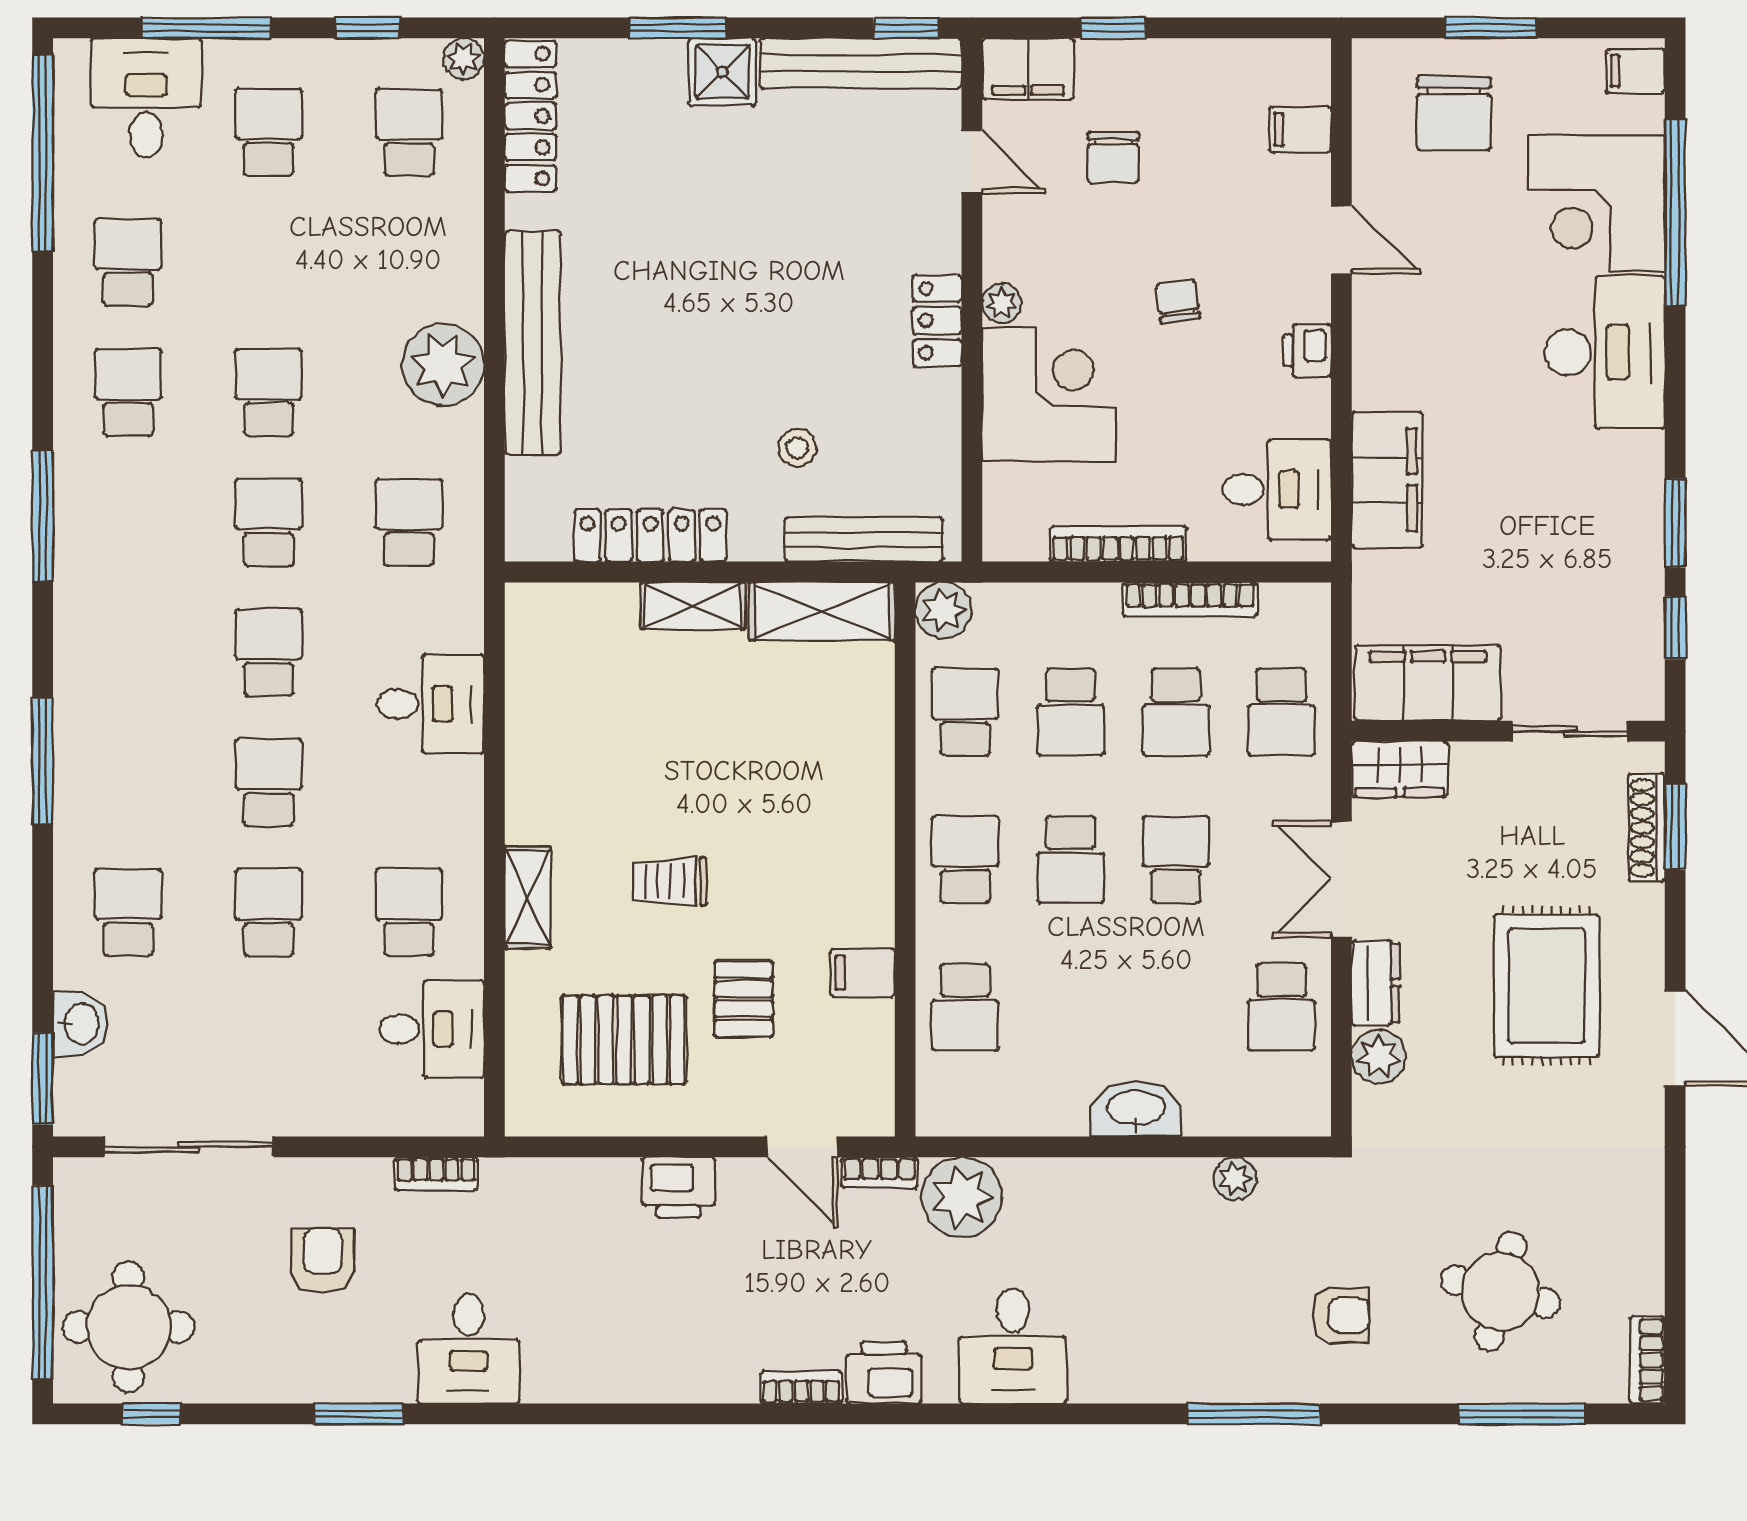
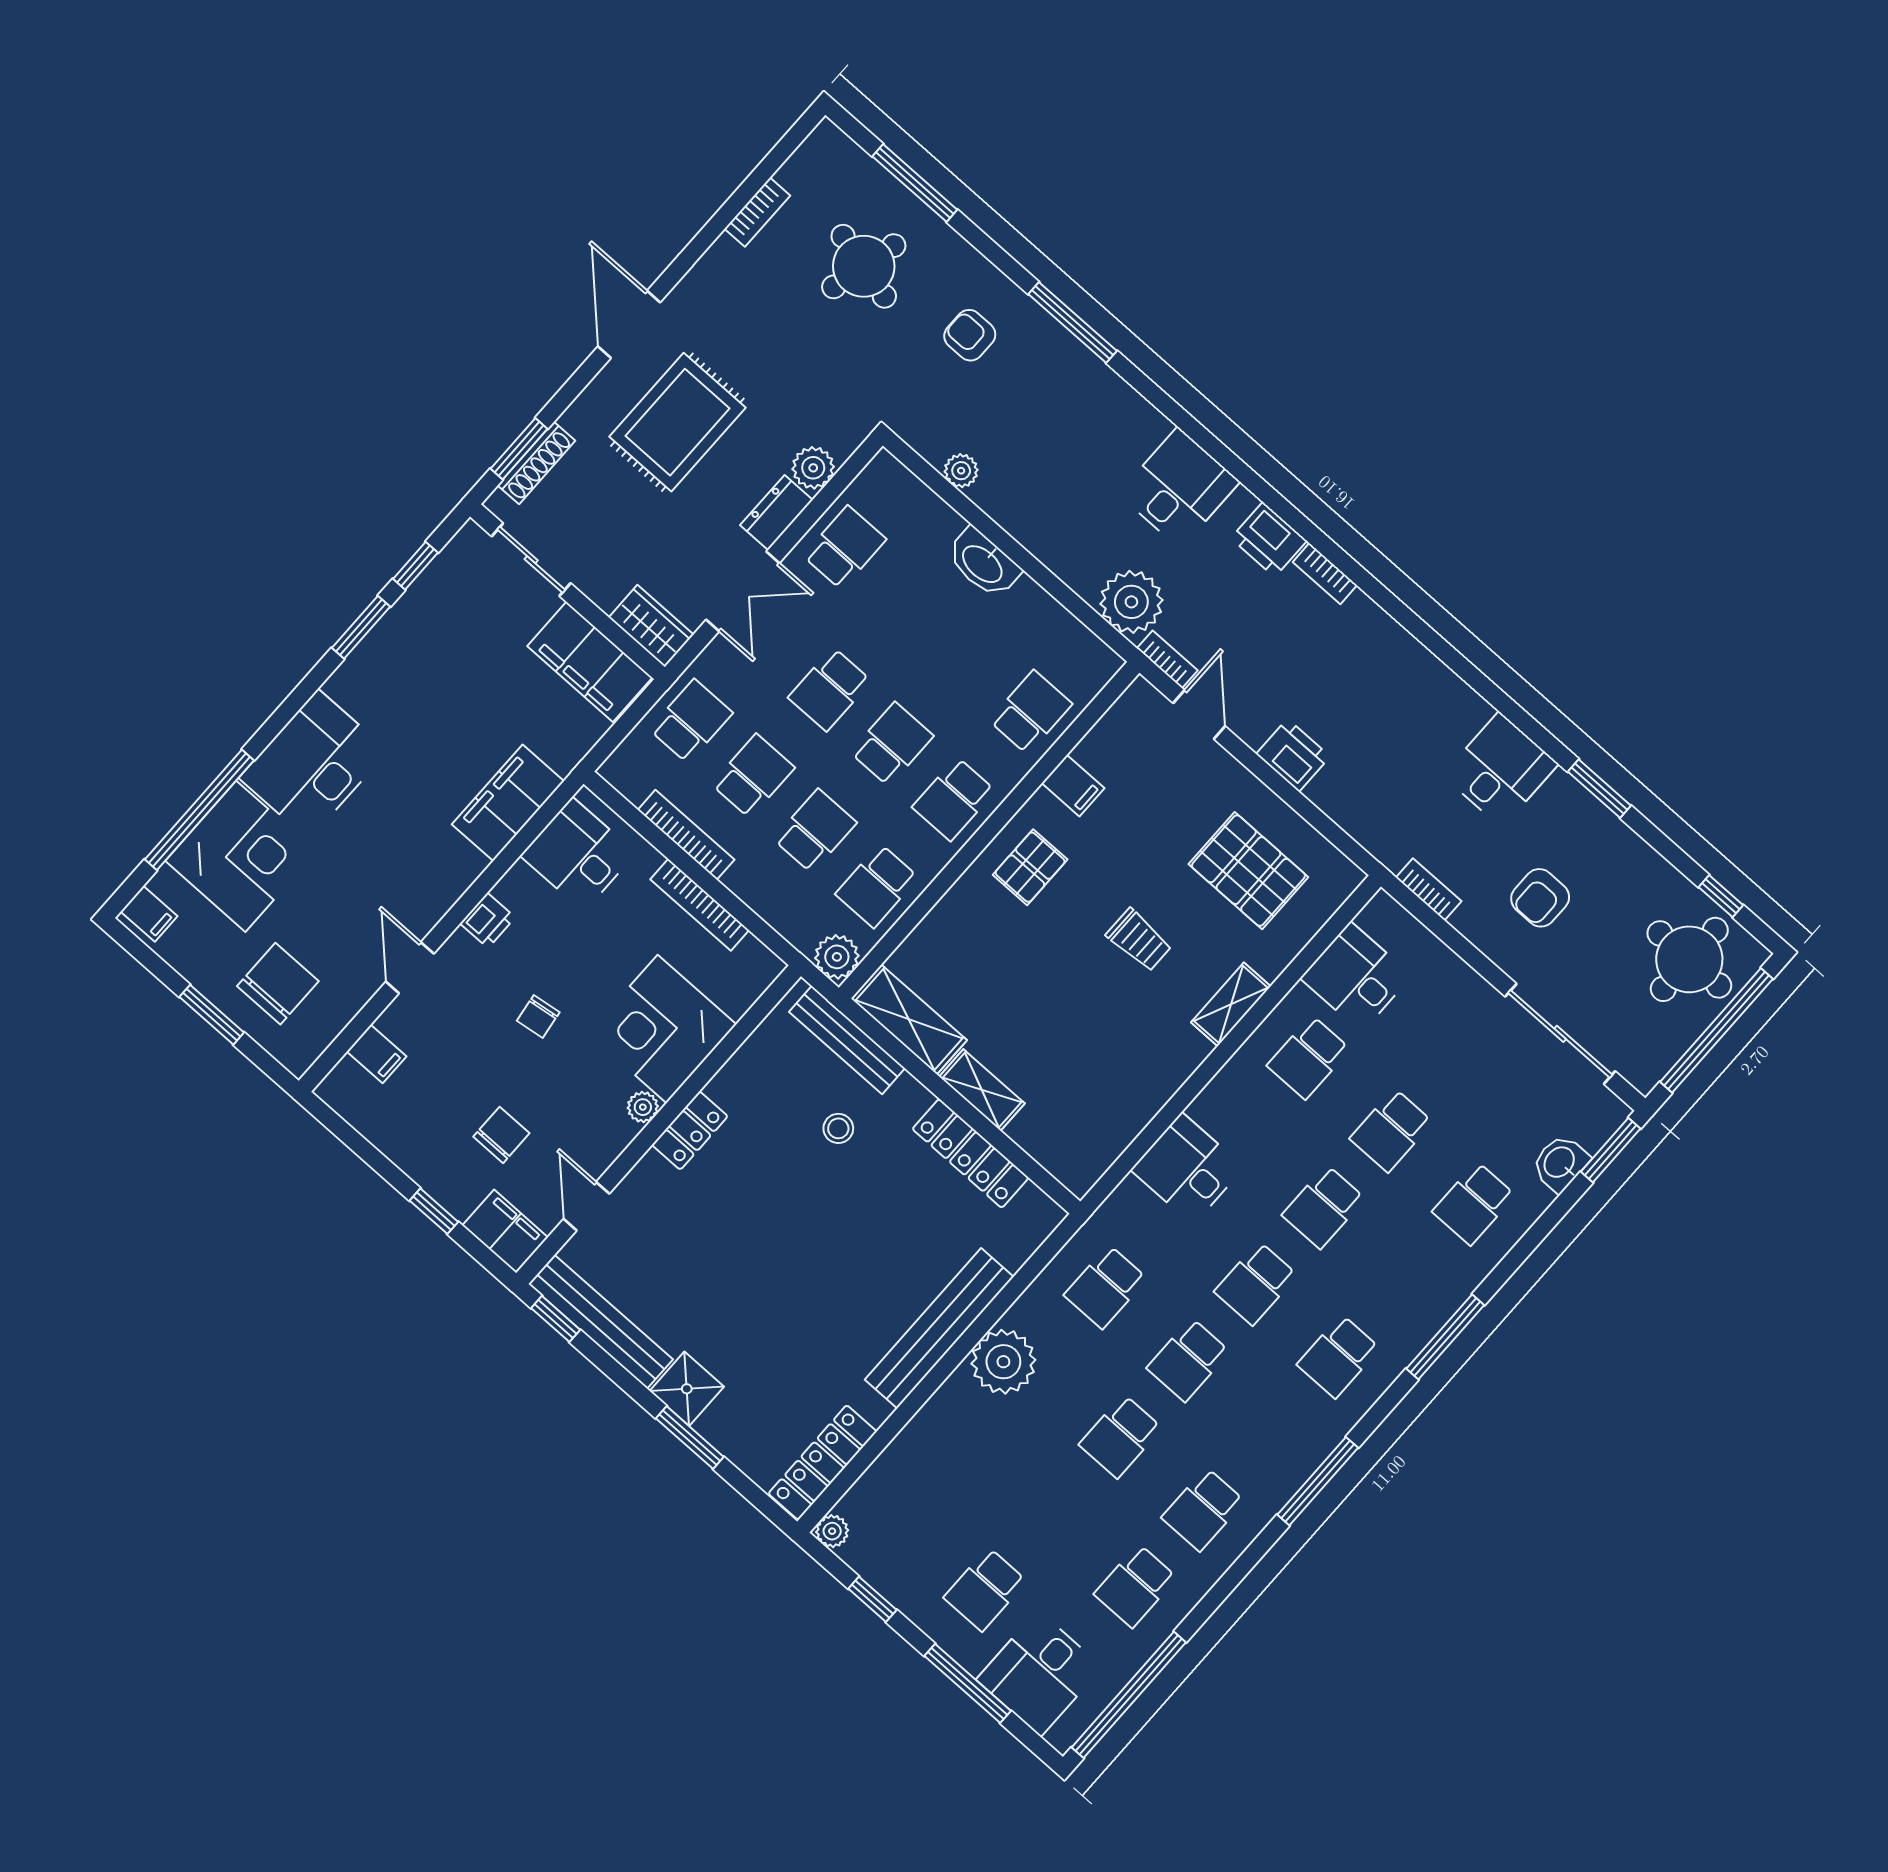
school desk: (409, 132) -> (1338, 1356), moved
pallet: (744, 999) -> (1030, 867), moved
bookcase: (1647, 1360) -> (757, 212), moved

